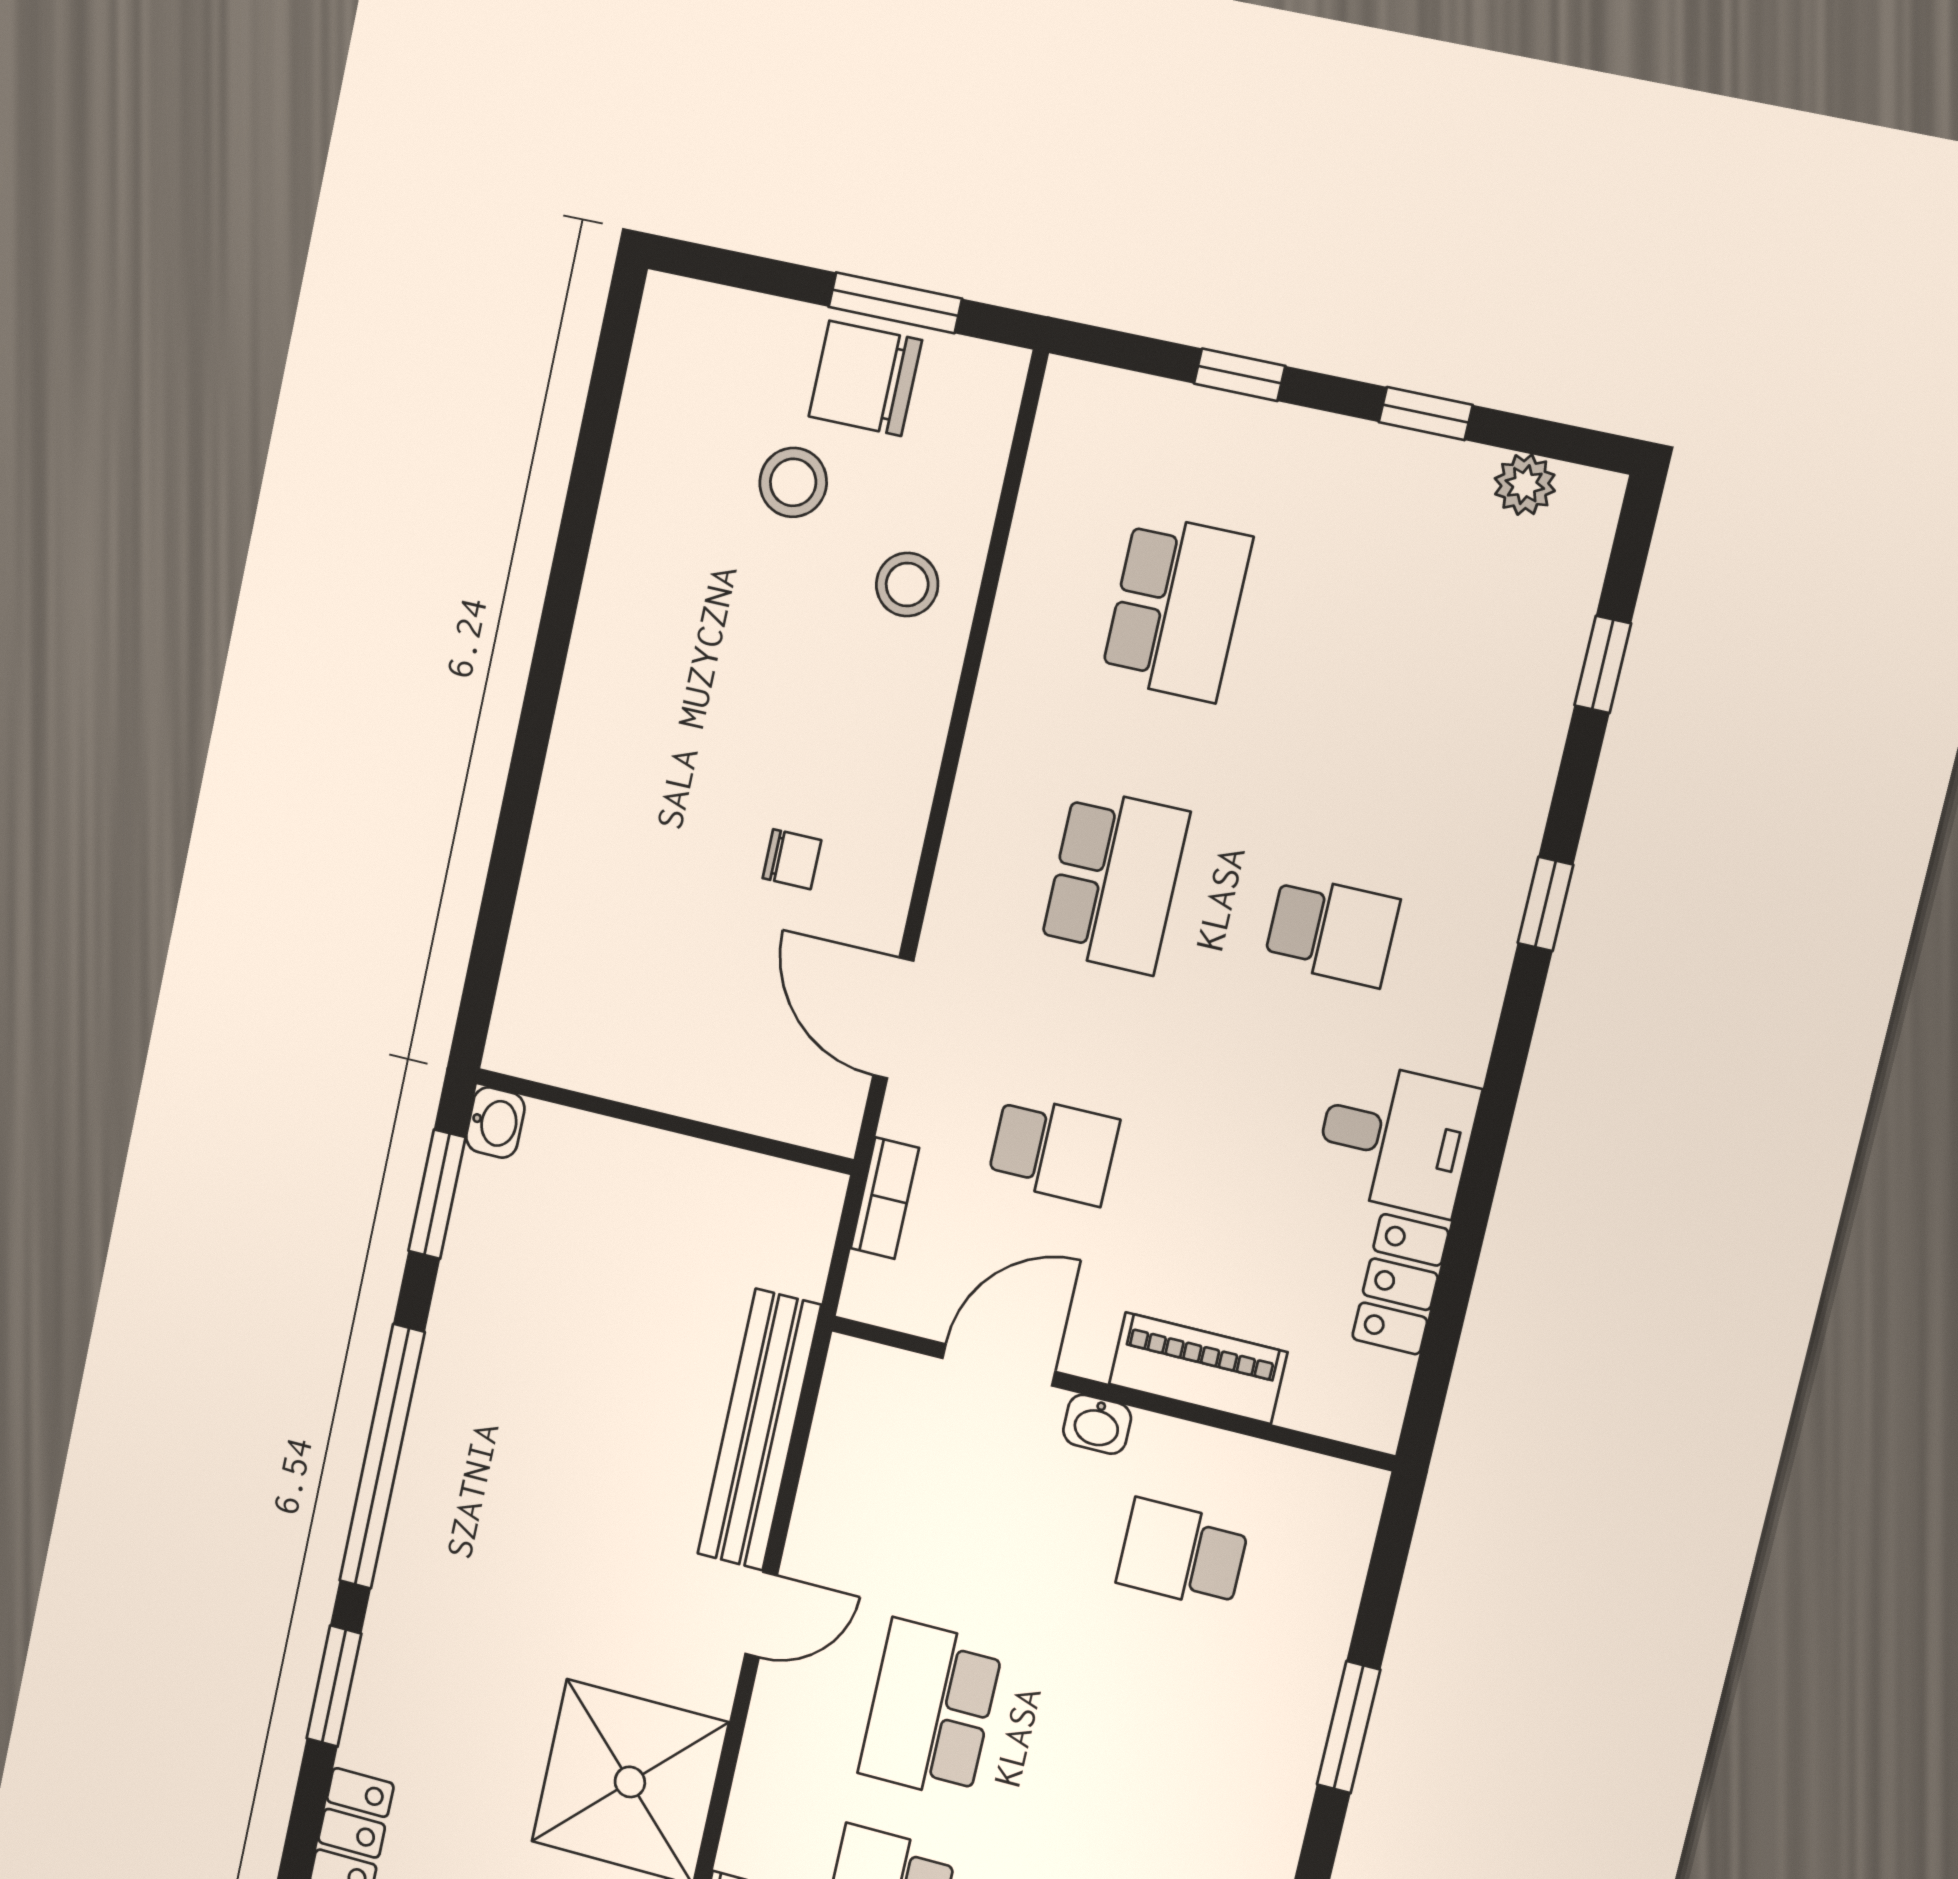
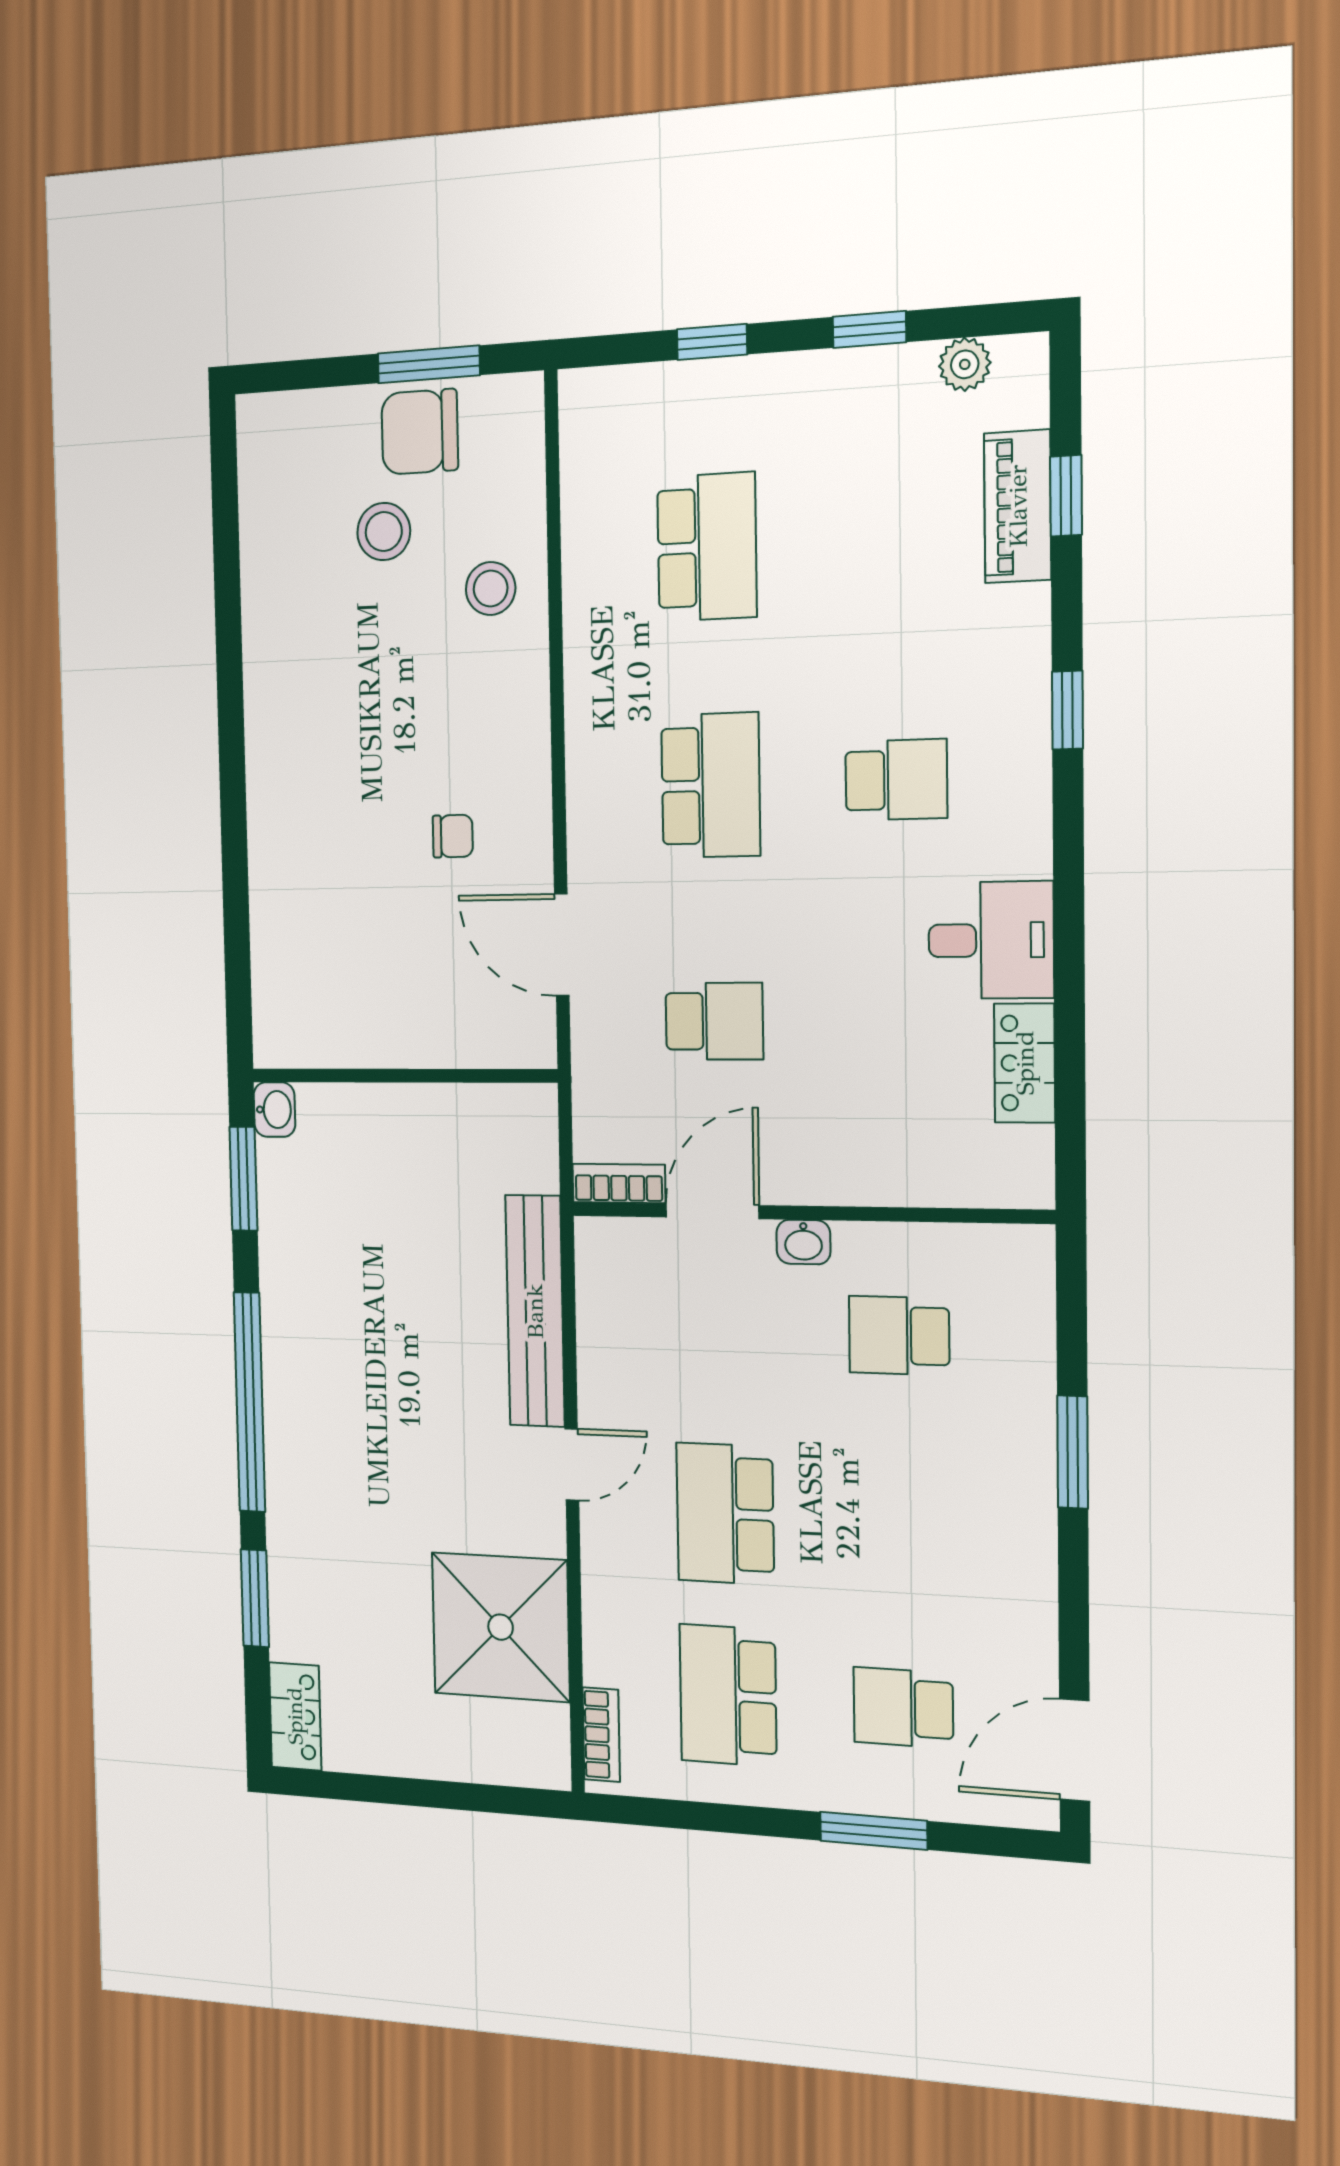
bookcase: (885, 1198) -> (619, 1183), moved, turned -90
piano: (1198, 1368) -> (1018, 506), moved, turned -90

